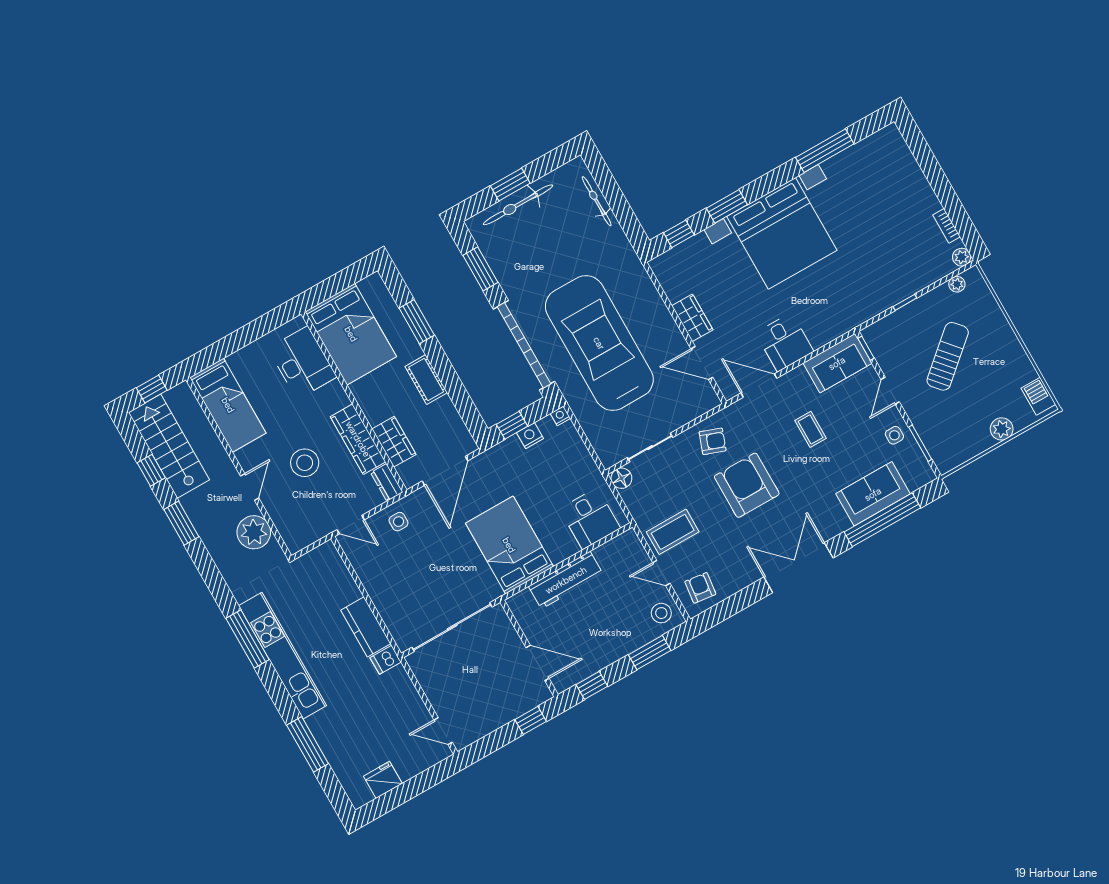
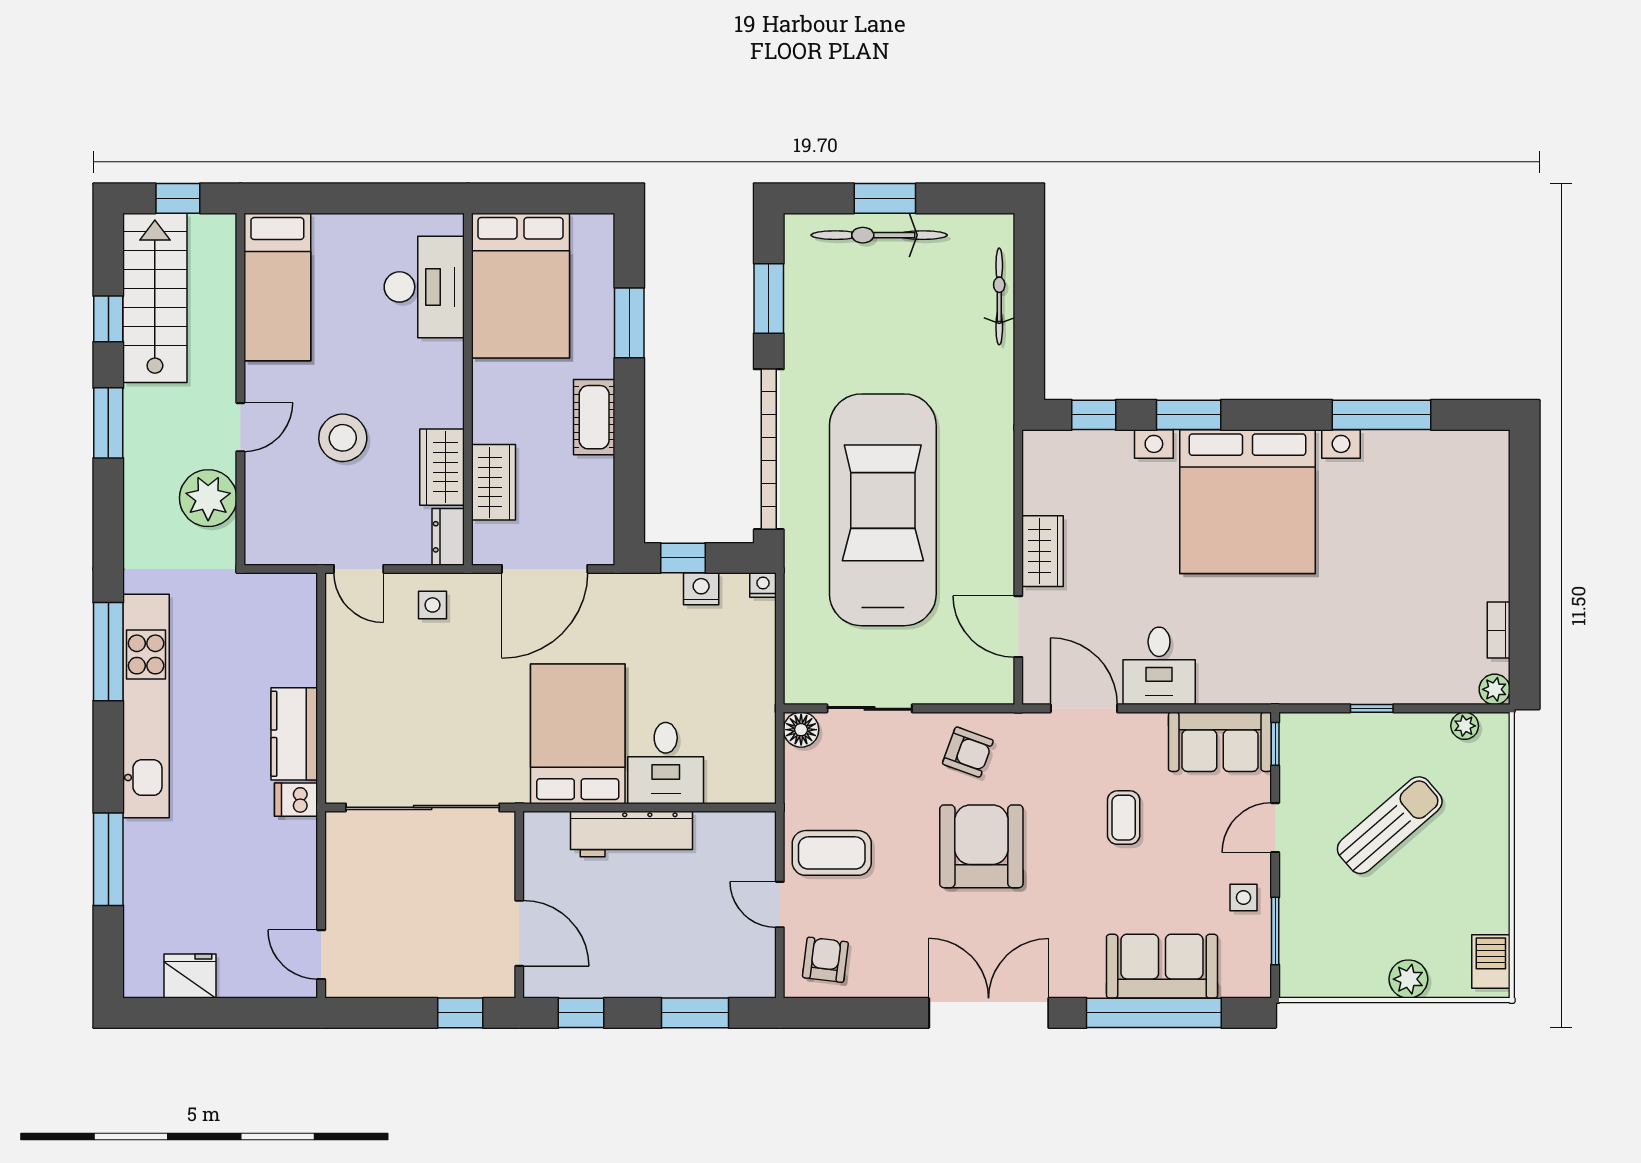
wardrobe: (358, 439) -> (442, 467), width x0.67
desk: (590, 519) -> (666, 763), moved
stool: (661, 613) -> (746, 964), removed

